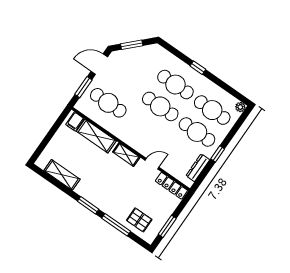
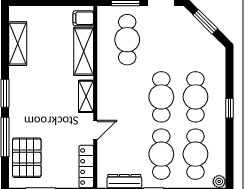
door: (152, 164) -> (95, 130), hinge flipped
pallet: (139, 220) -> (27, 158), width x1.50, depth x1.42

